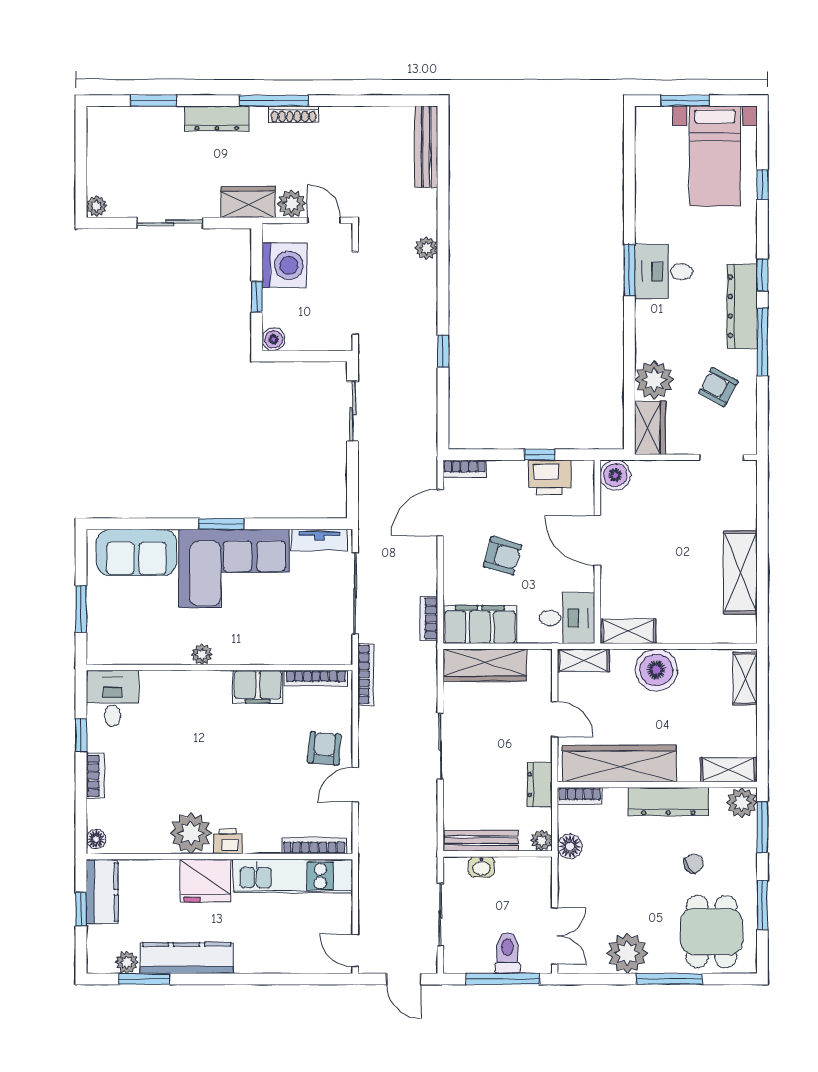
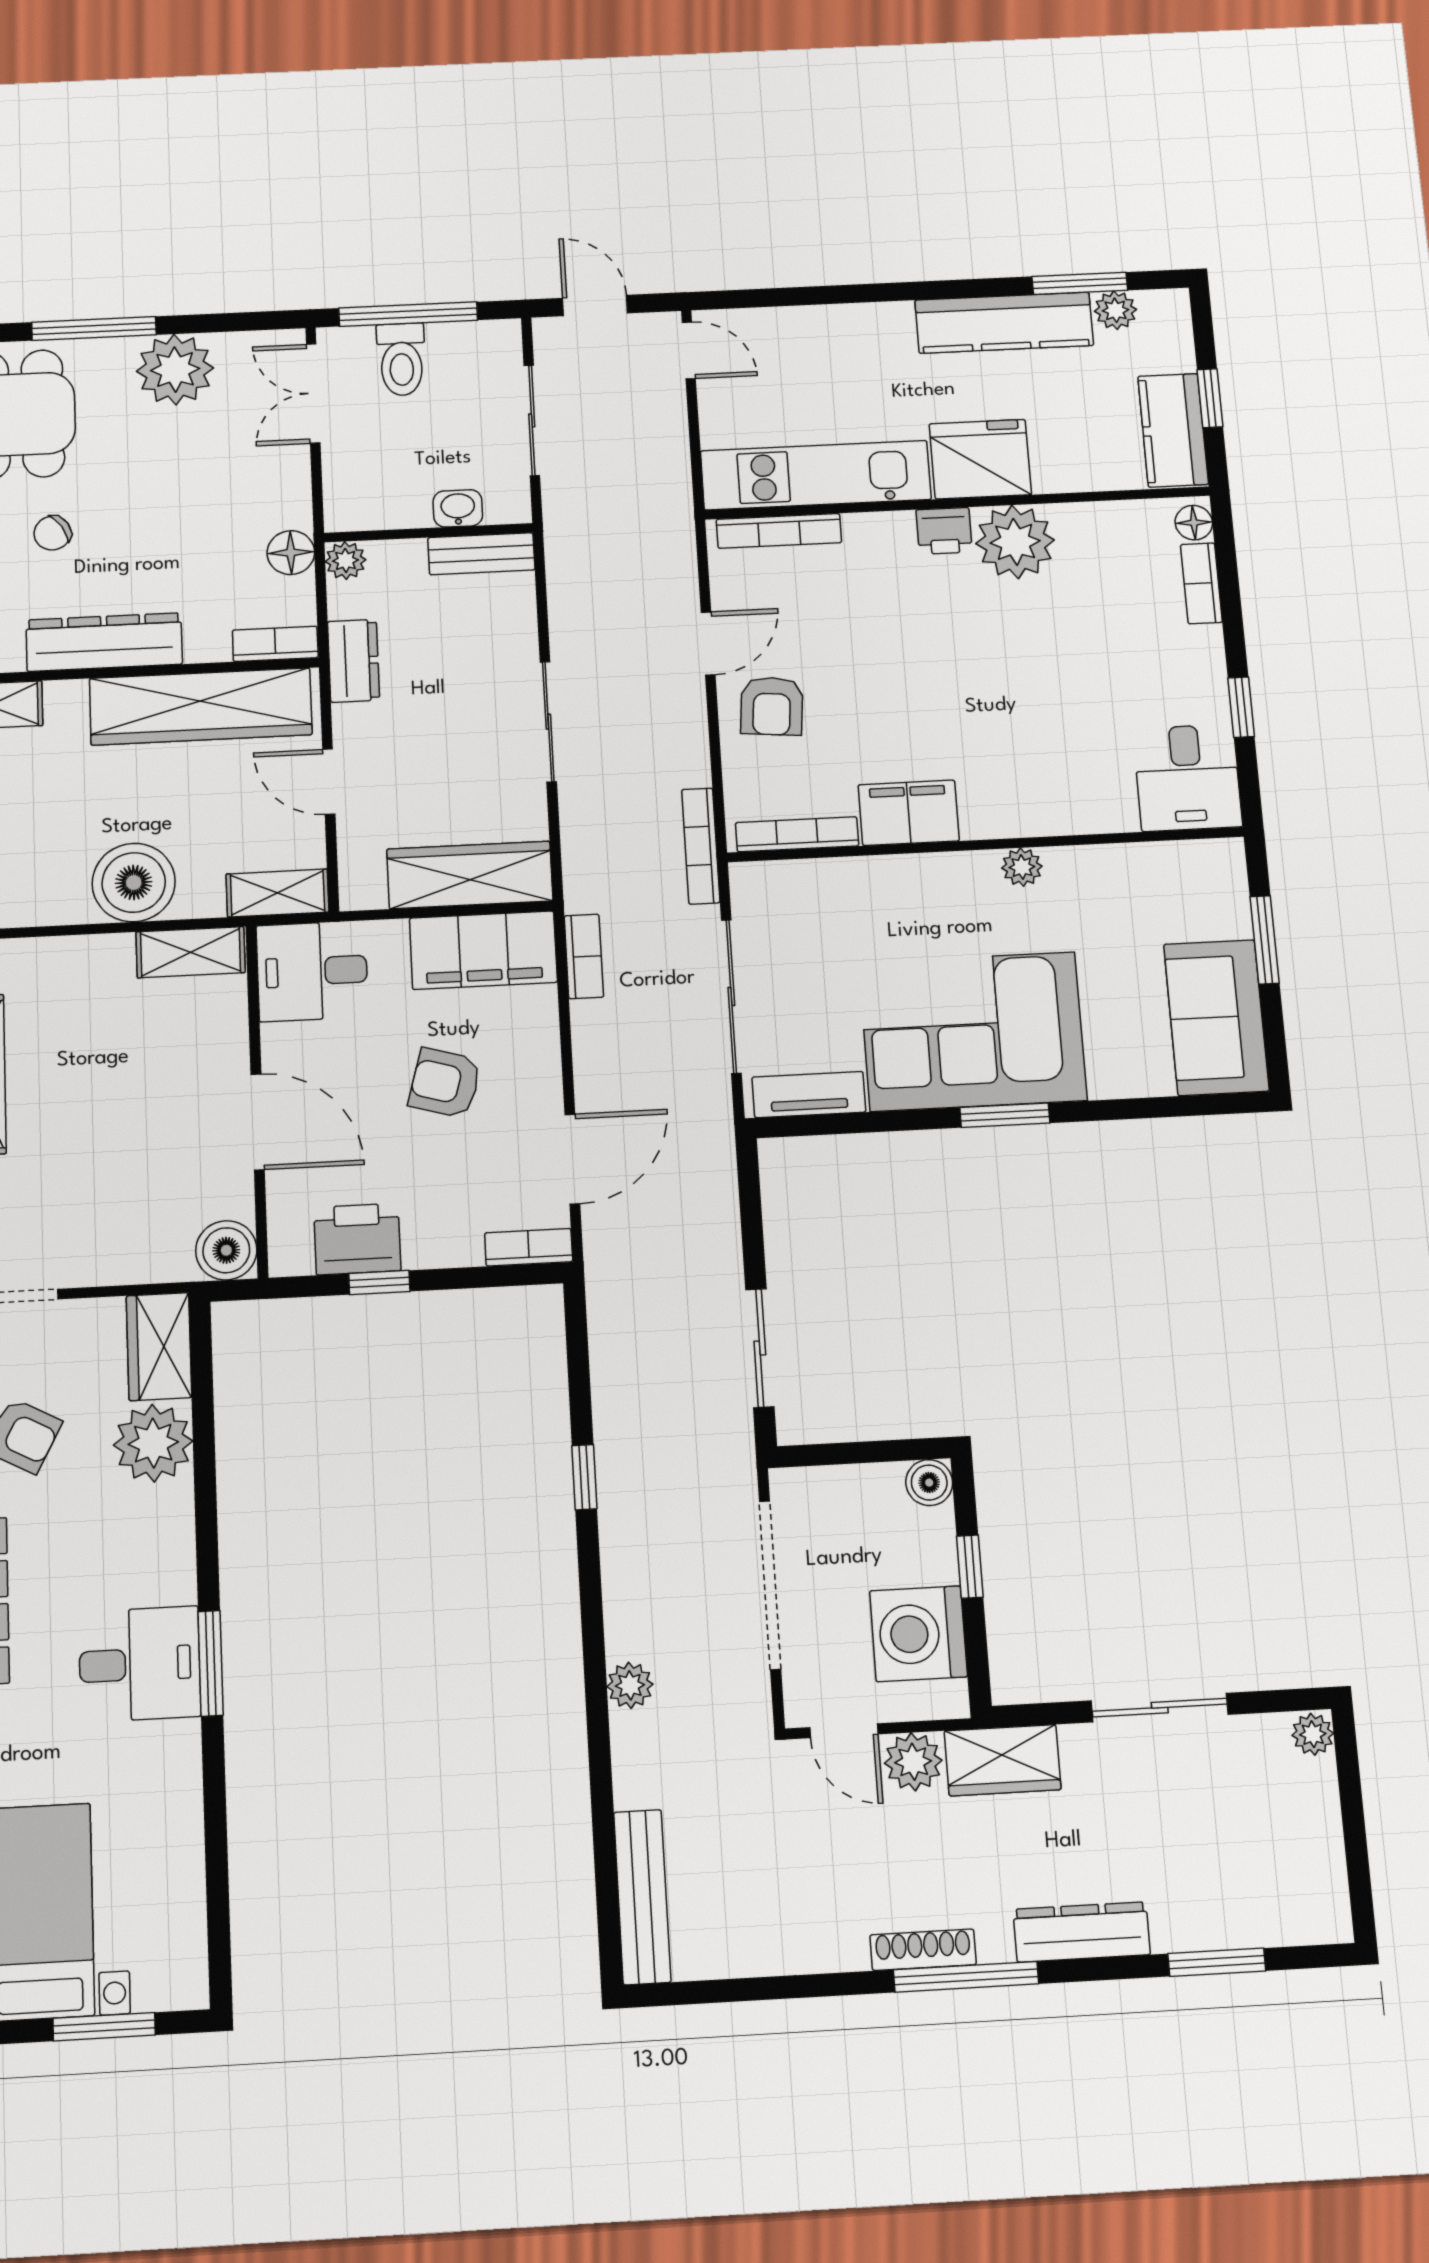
sofa: (137, 552) -> (1216, 1017), moved, turned -90
bookcase: (95, 776) -> (1201, 583), moved
bench: (481, 841) -> (481, 554), width x0.73

